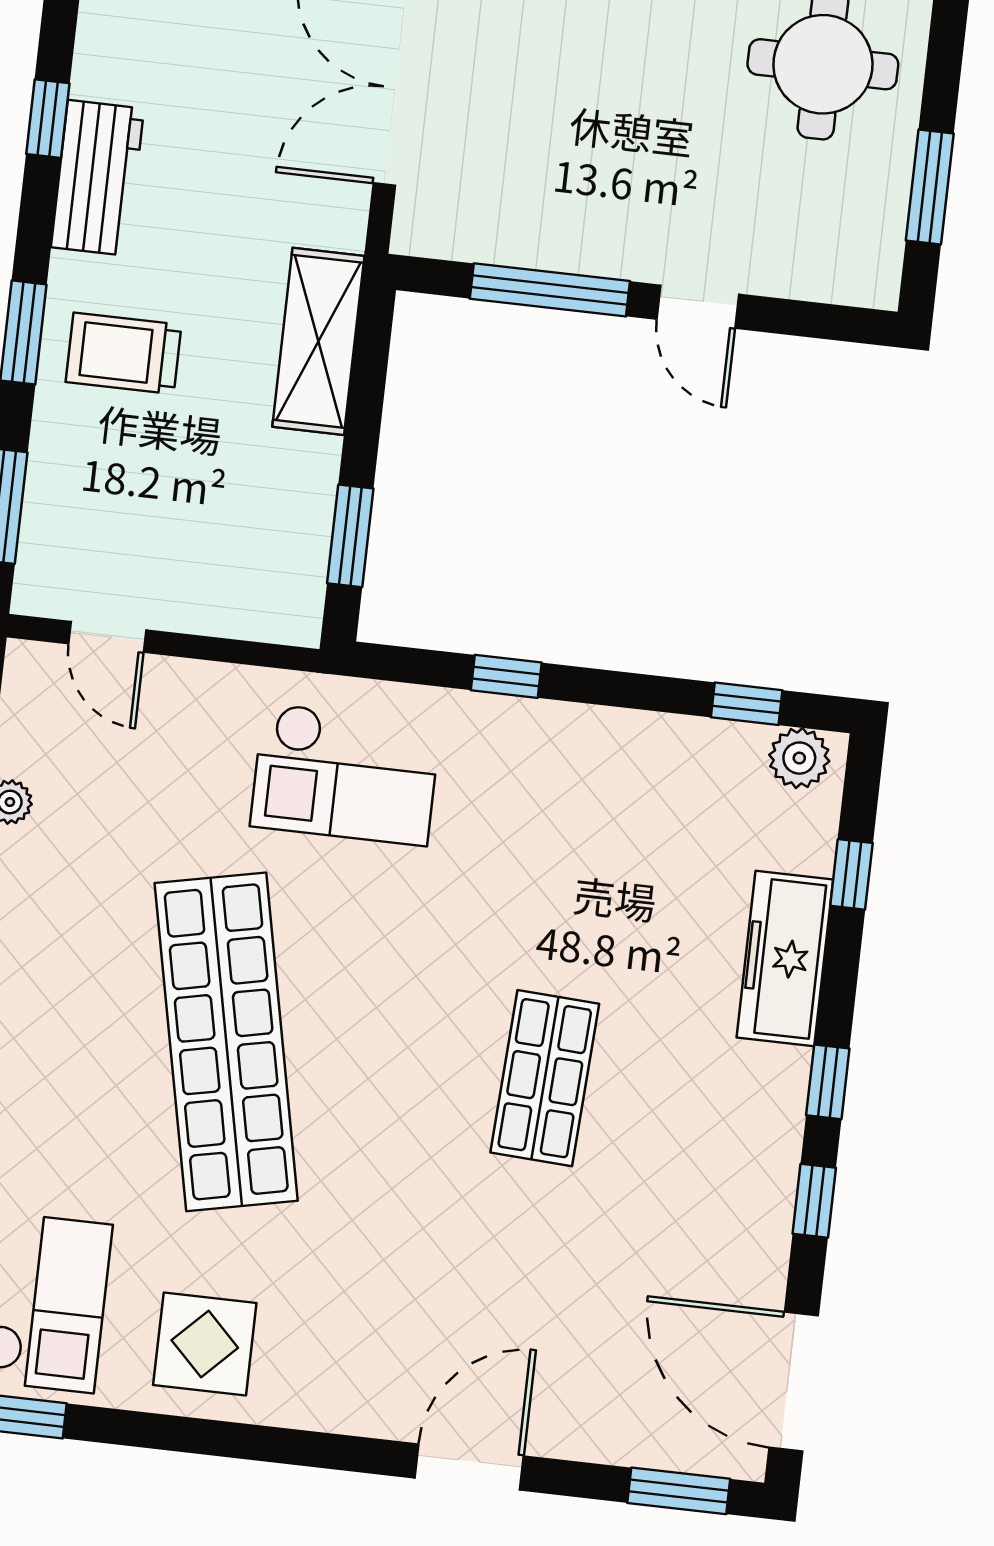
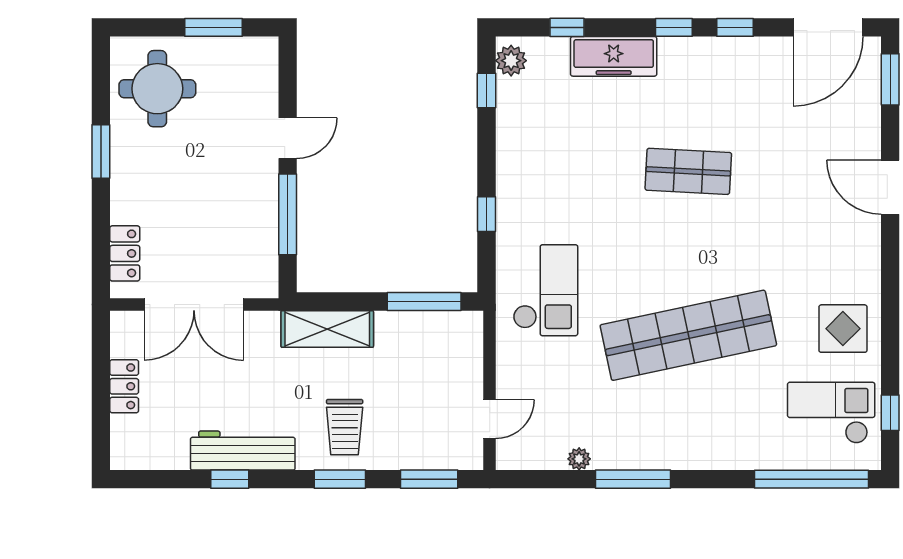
workbench: (98, 178) -> (243, 451), width x1.38
window: (350, 536) -> (424, 301), width x1.44

